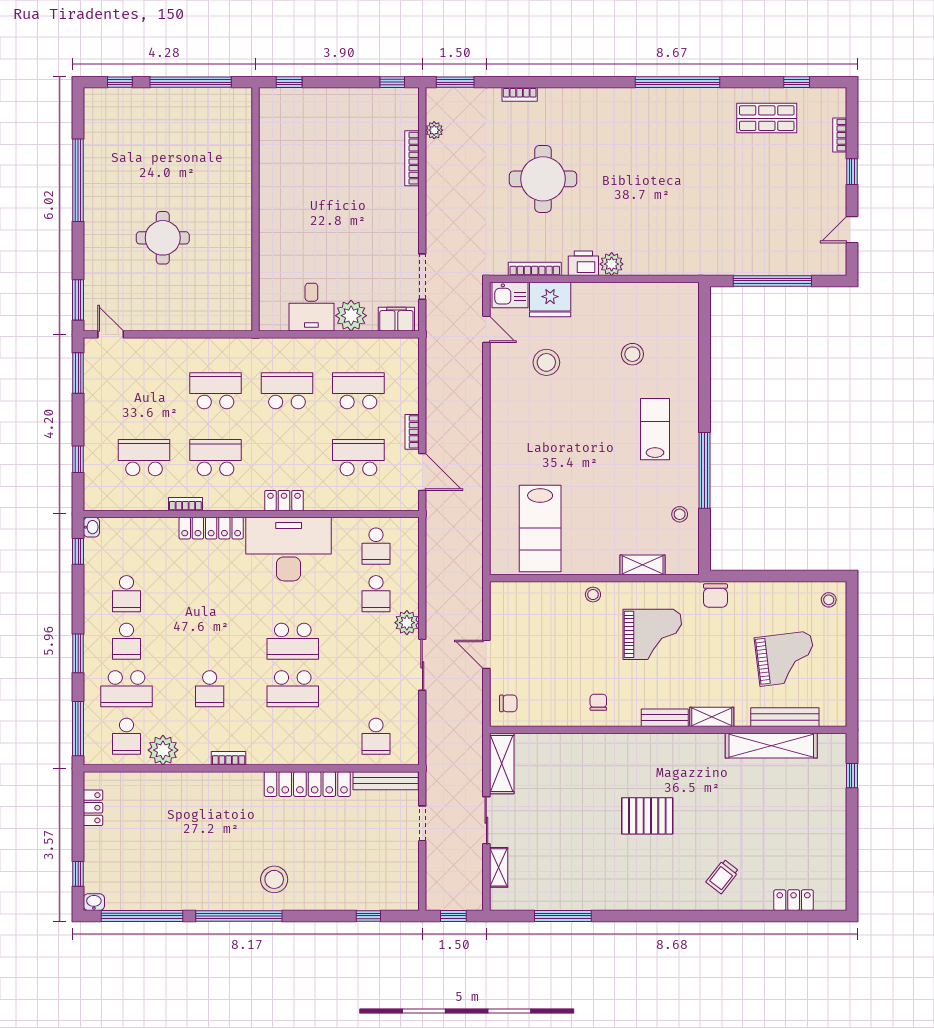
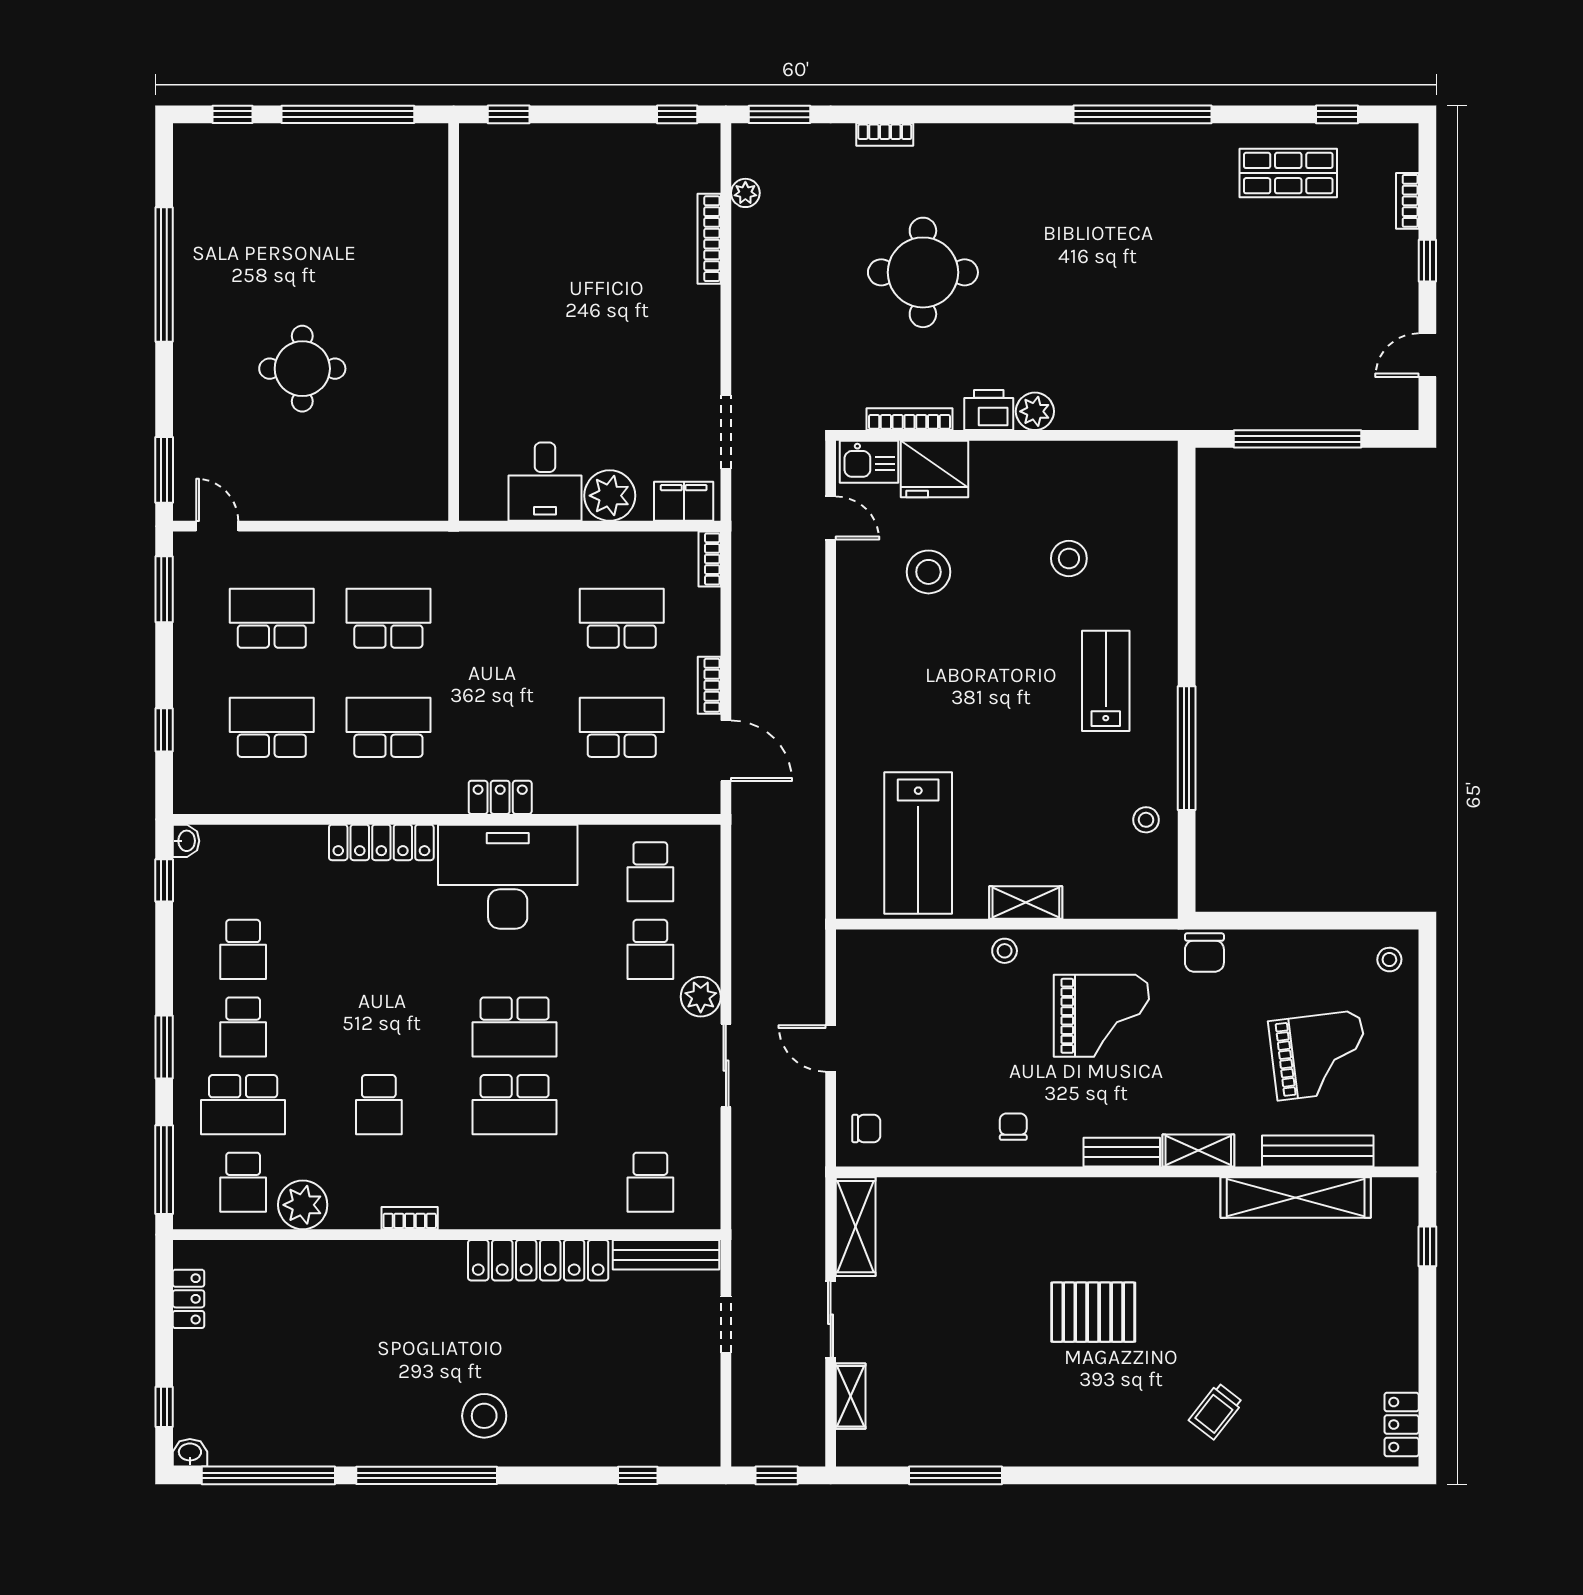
school desk: (287, 391) -> (272, 618), moved
bookcase: (185, 504) -> (710, 559), moved, turned -90
shelving: (643, 565) -> (1026, 902), moved
locker: (794, 900) -> (1402, 1425), moved, turned -90

